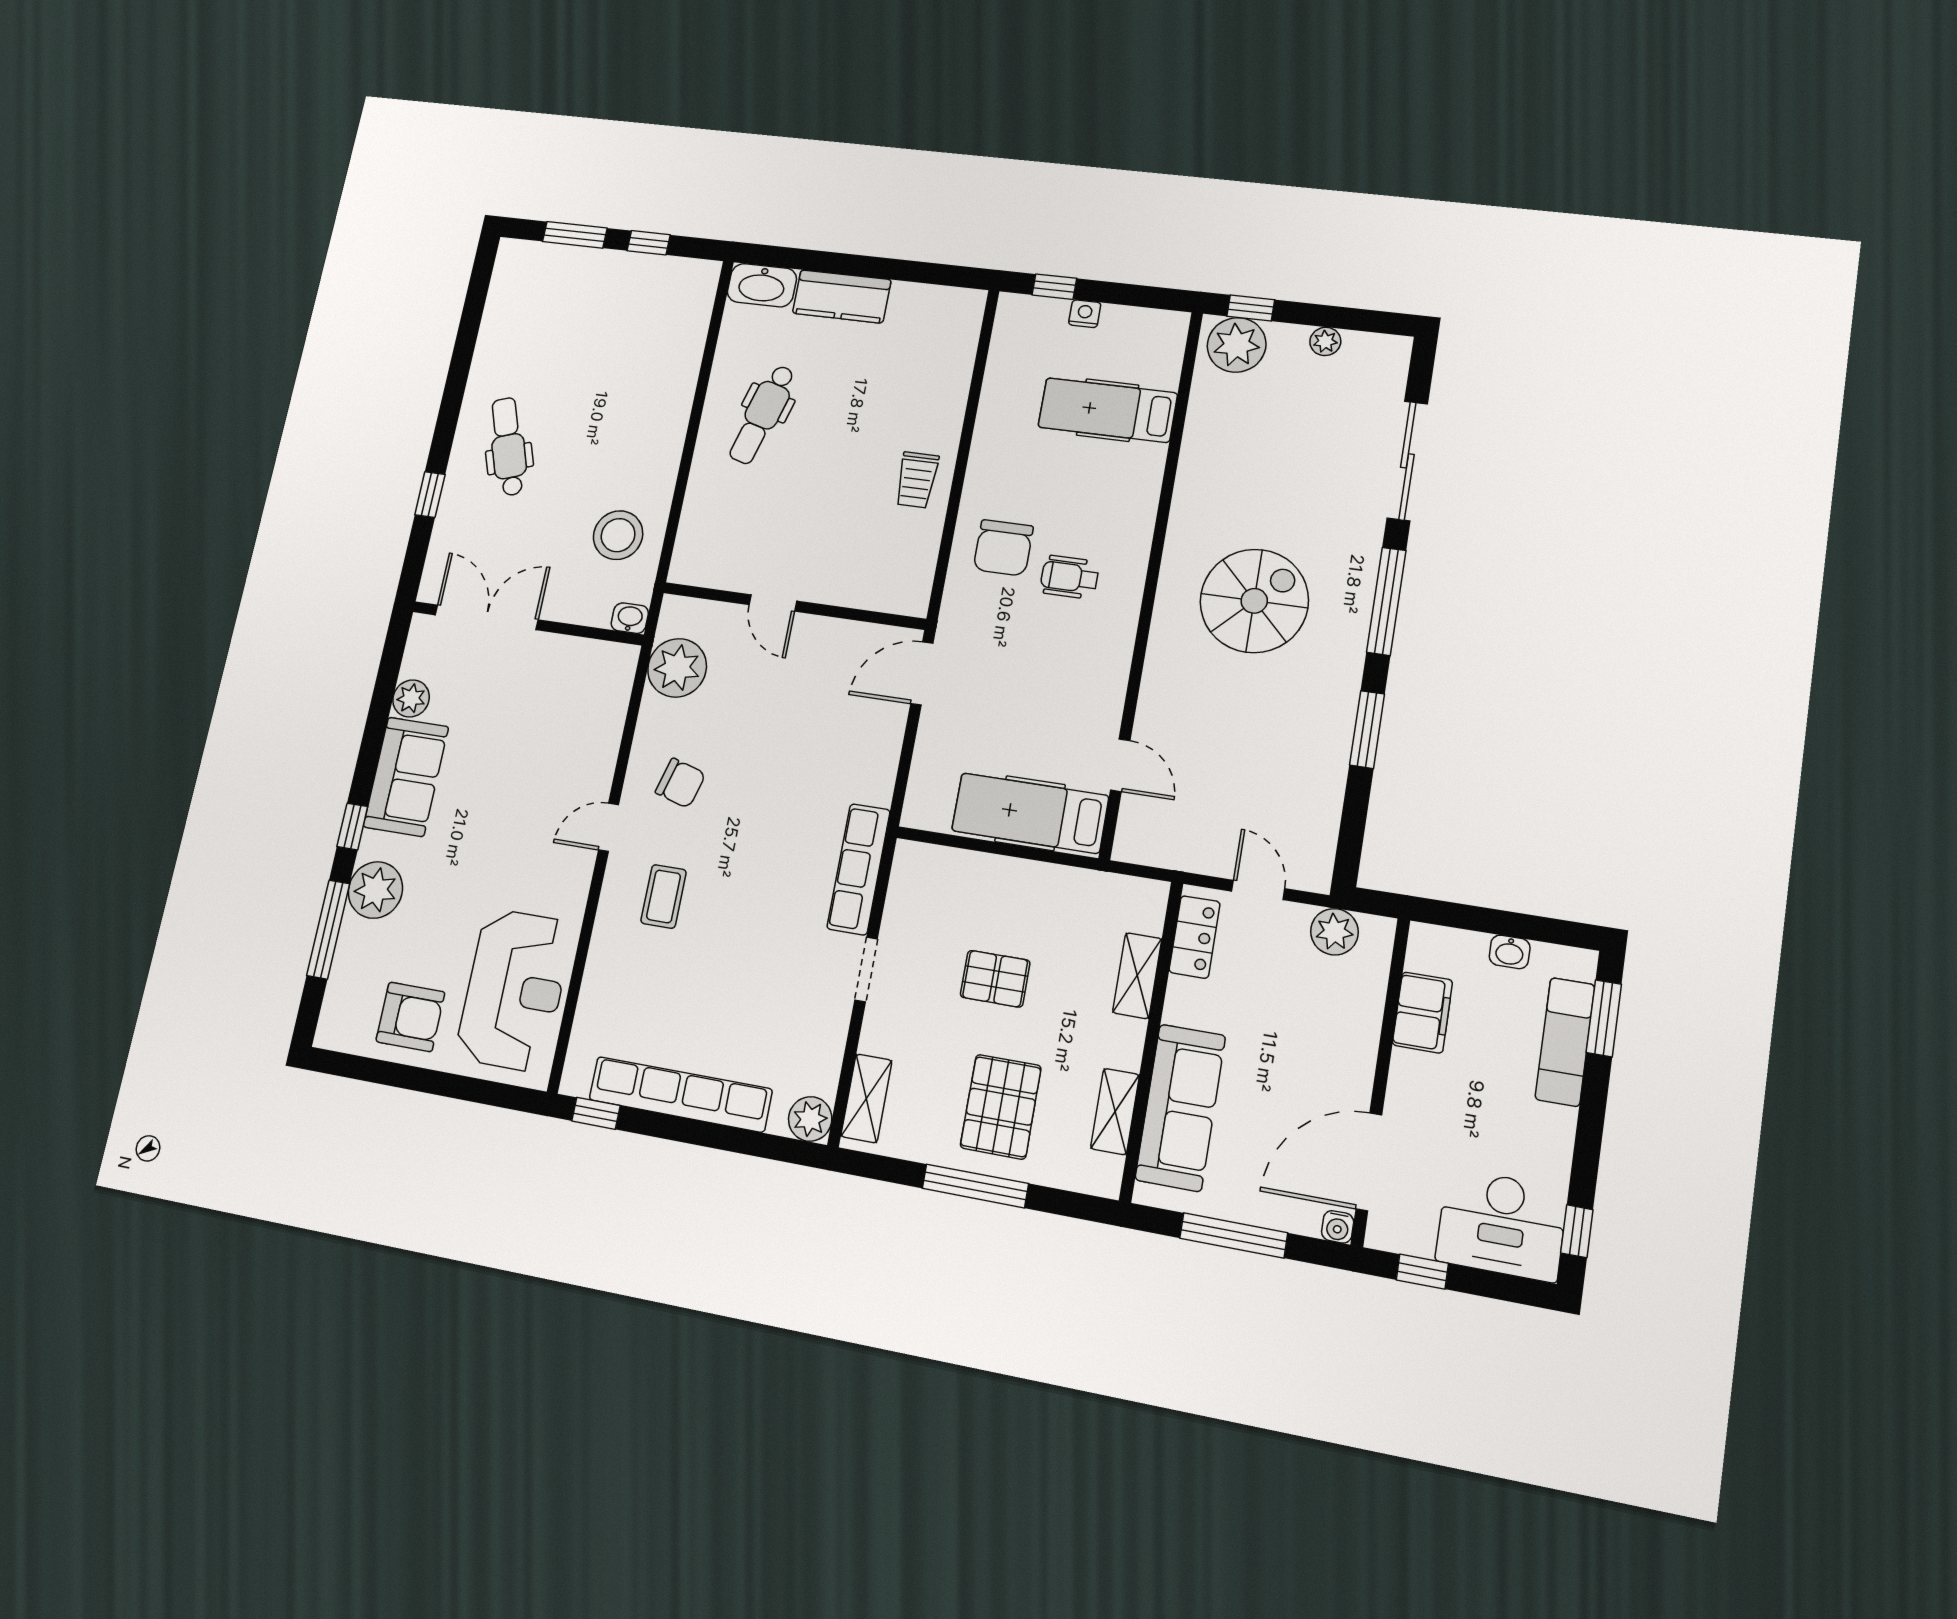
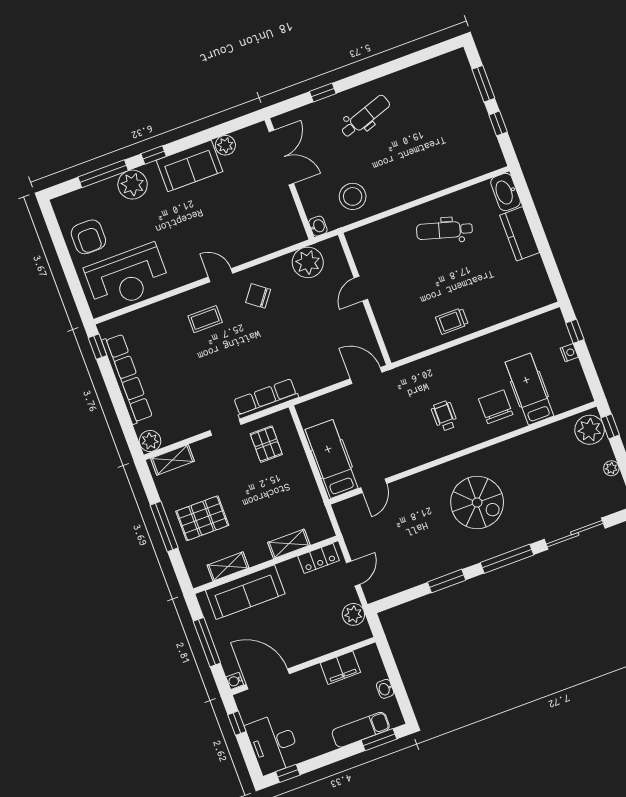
chair: (1003, 548) -> (496, 407), moved, turned 90
chair: (680, 783) -> (258, 296), turned 111
pallet: (995, 979) -> (266, 444), moved

